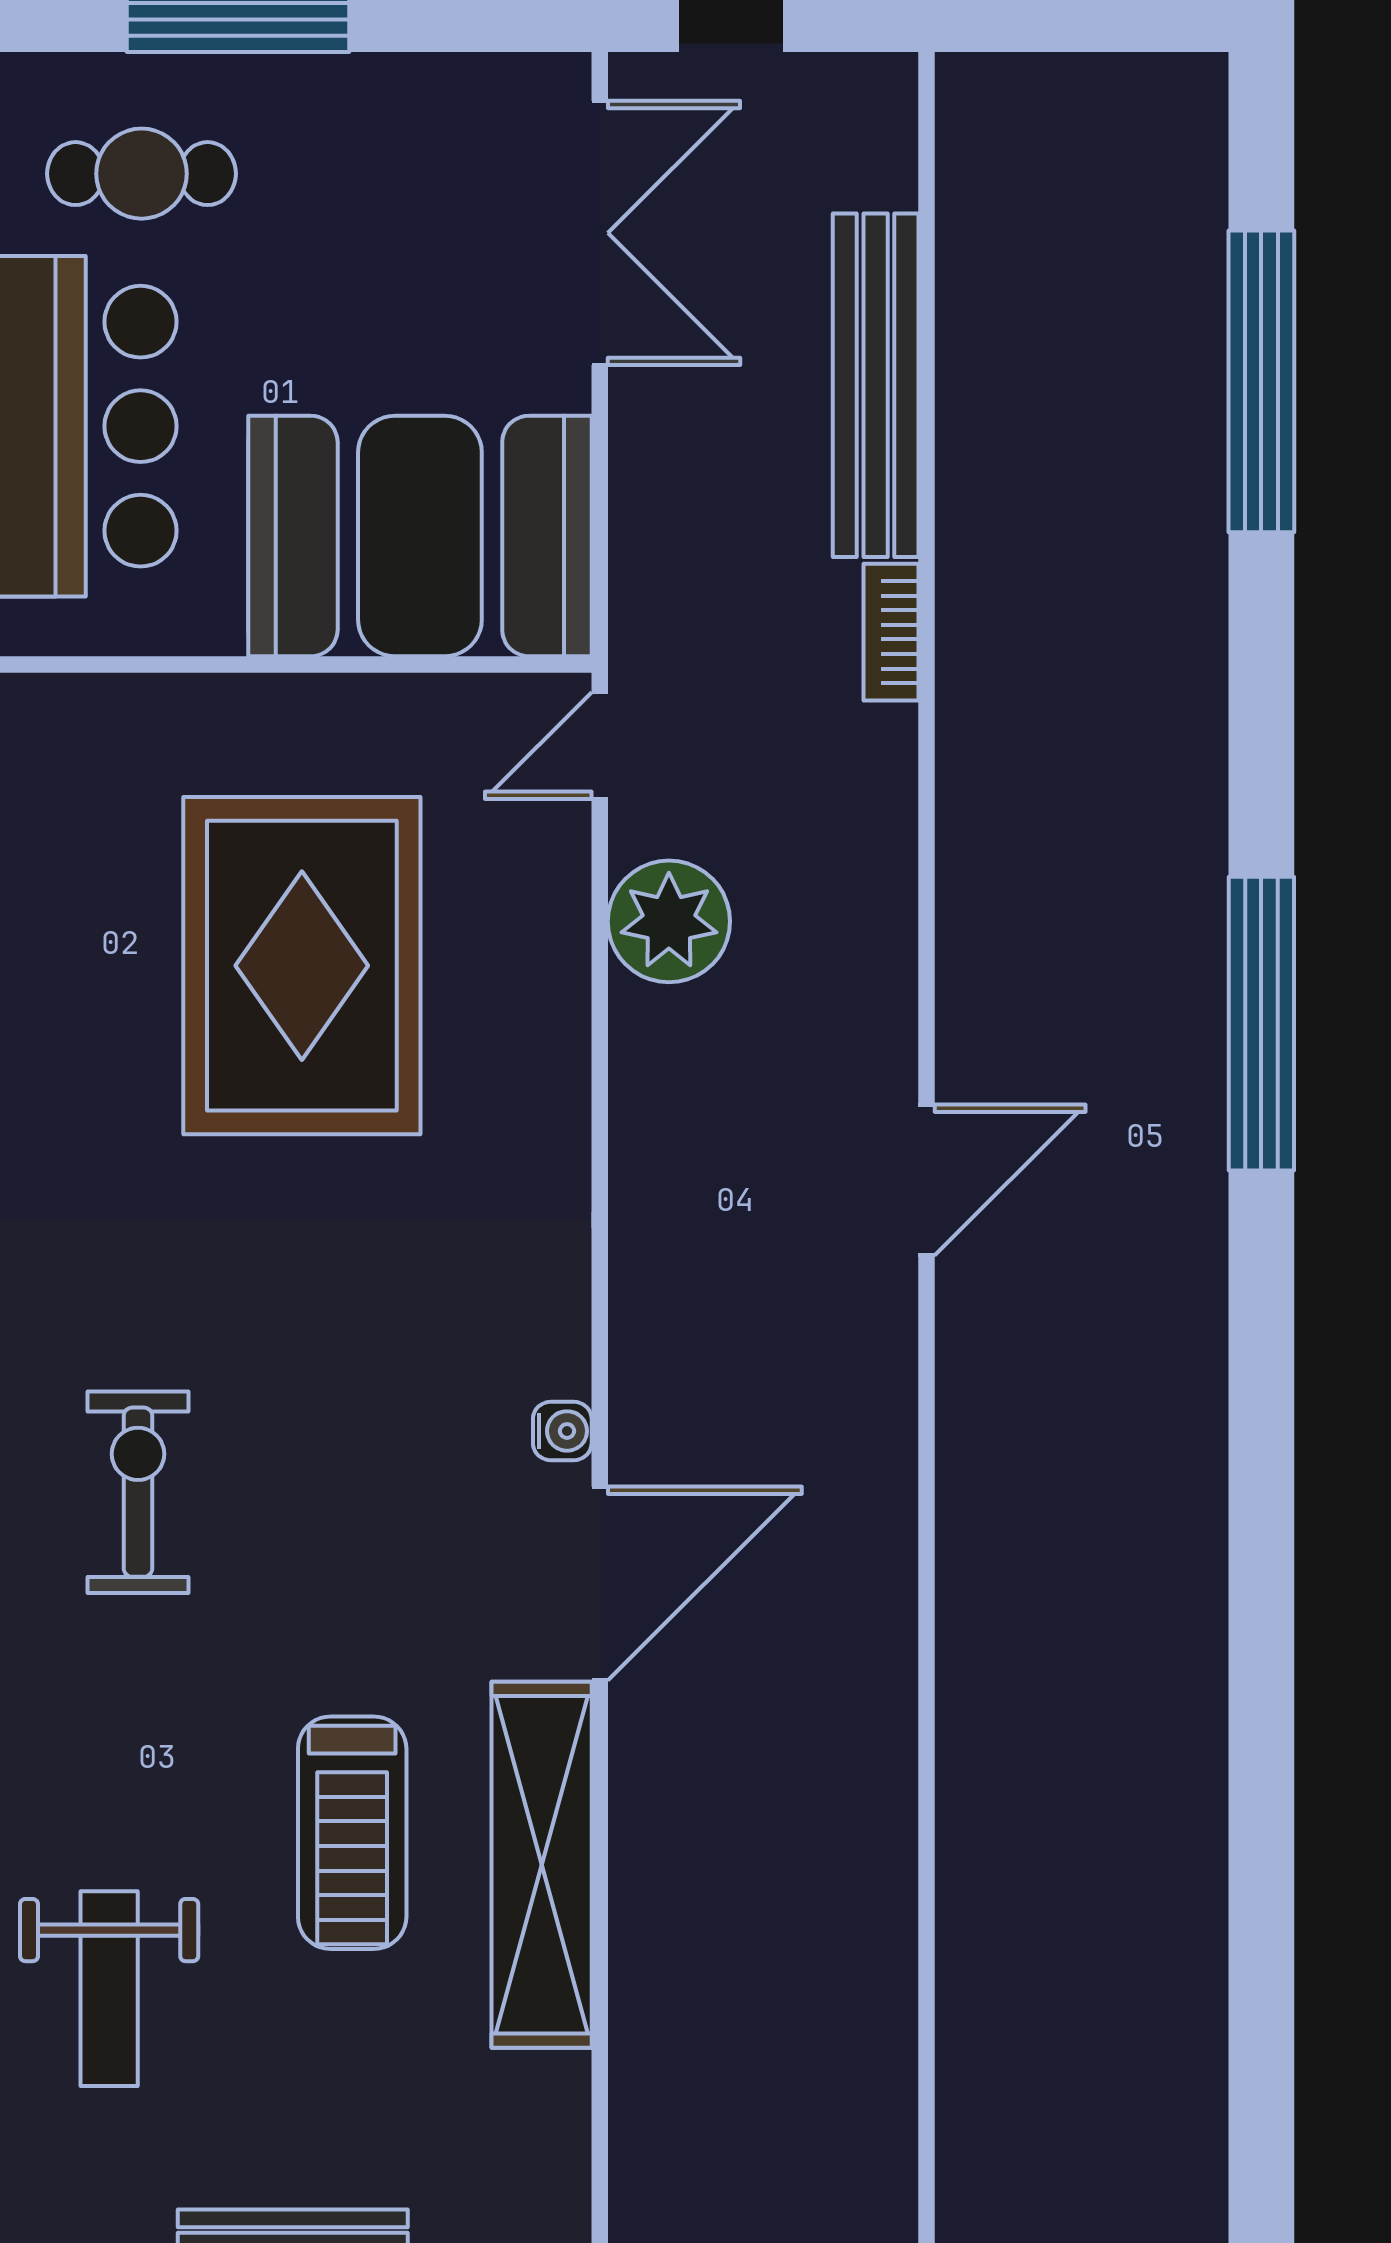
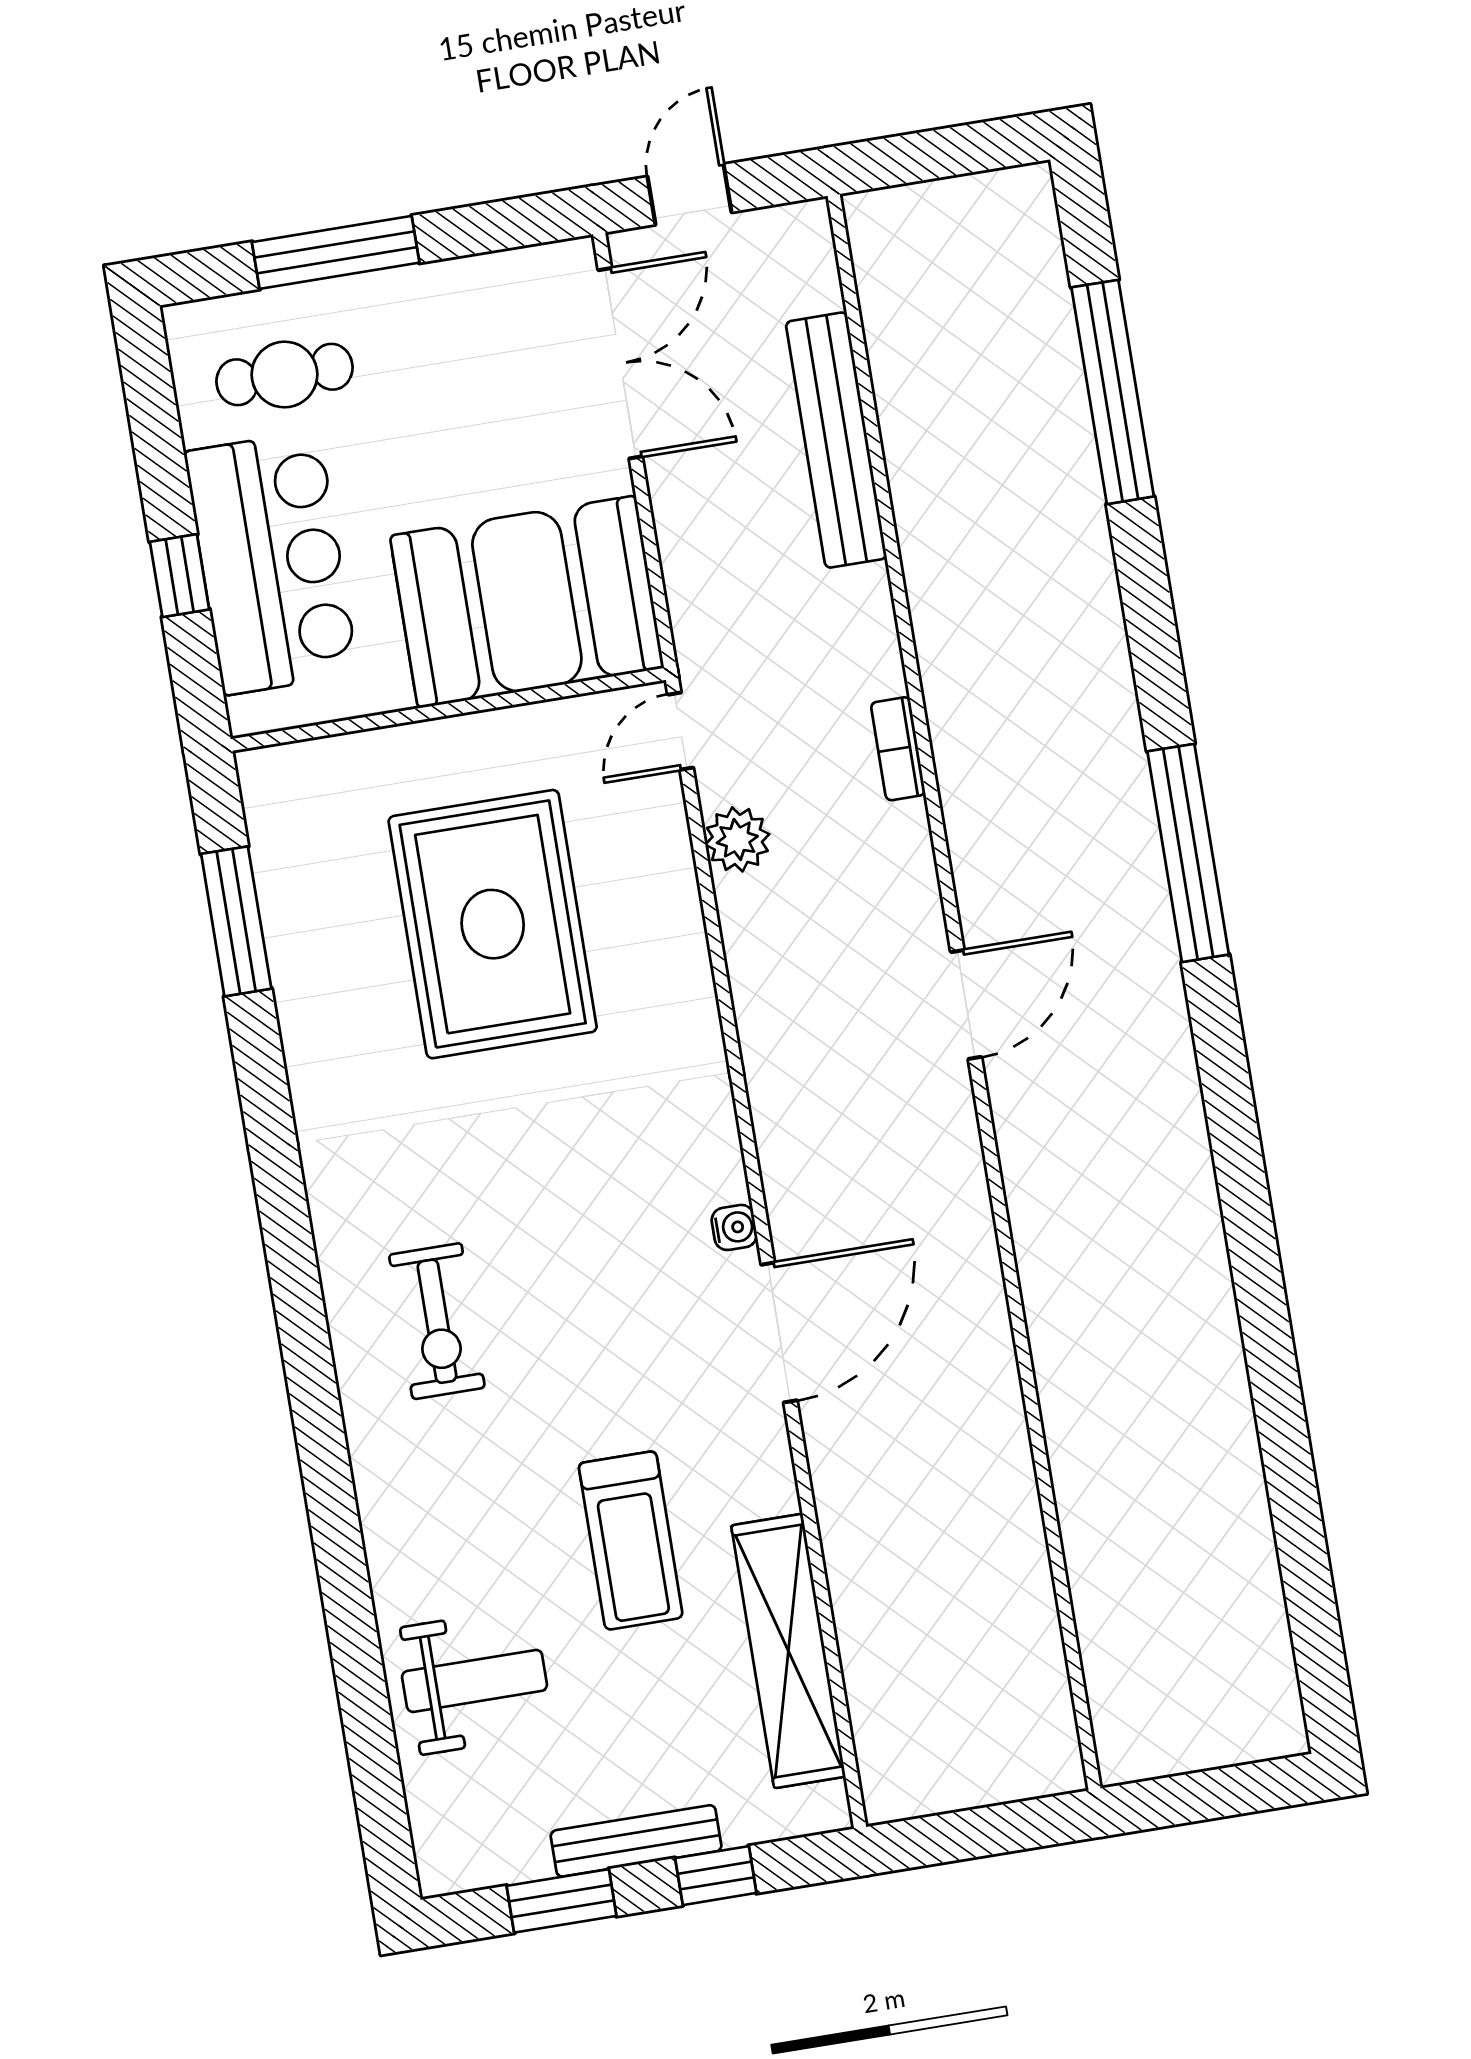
bookcase: (891, 632) -> (898, 749), moved
plant: (669, 921) -> (737, 839), width x0.73, depth x0.73
exercise bike: (138, 1492) -> (437, 1321), turned 180
shelving: (542, 1865) -> (788, 1651), moved
weight bench: (109, 1989) -> (475, 1681), turned -90

